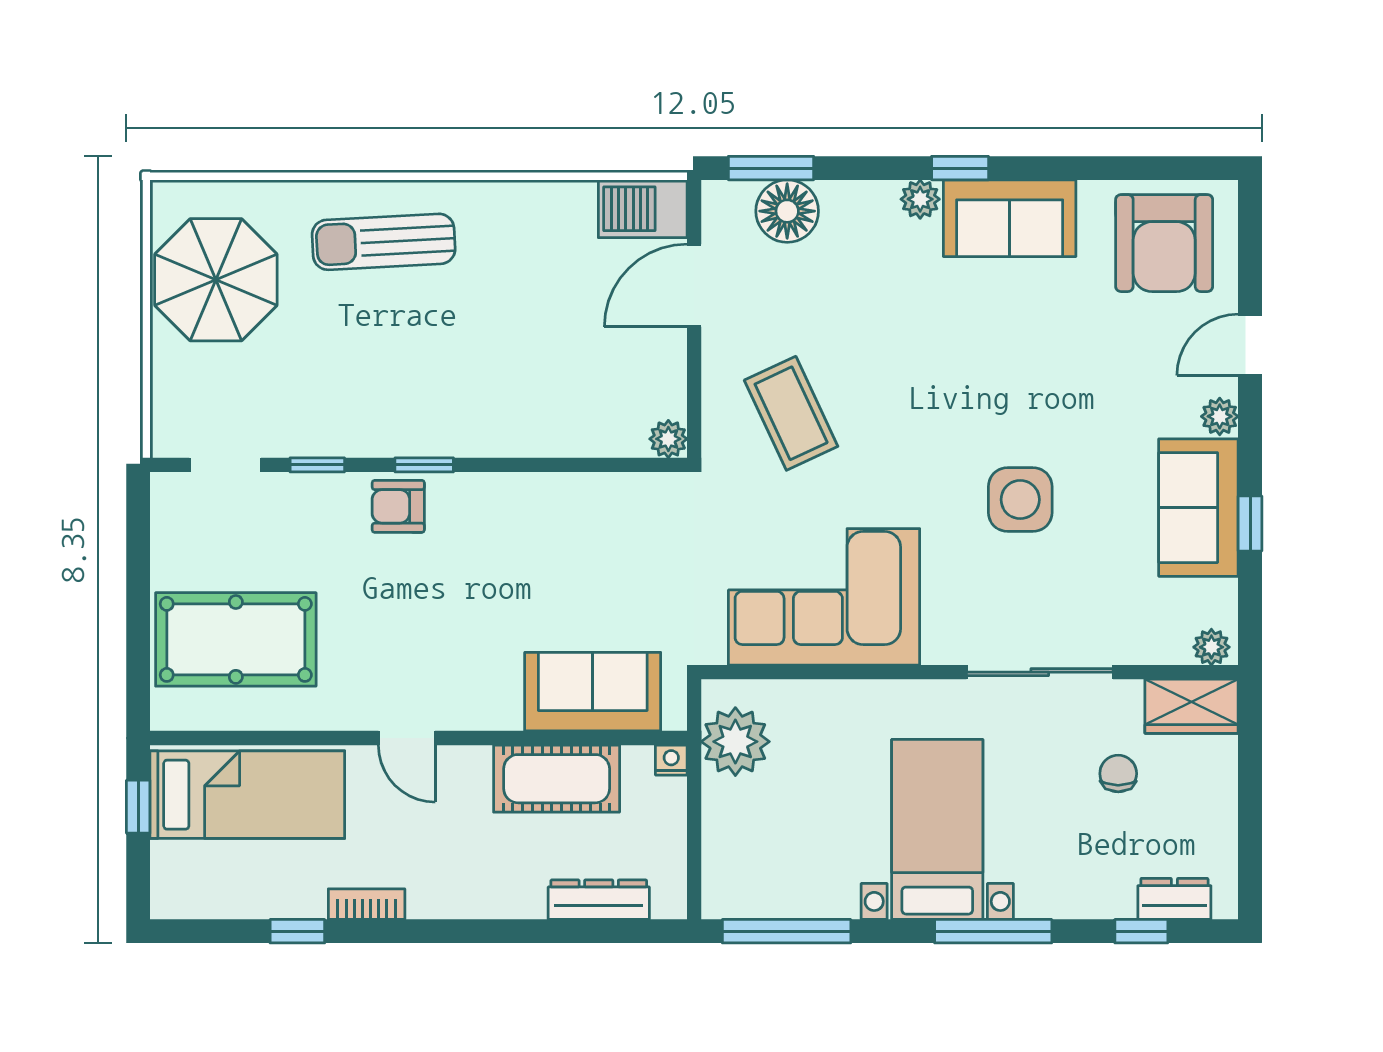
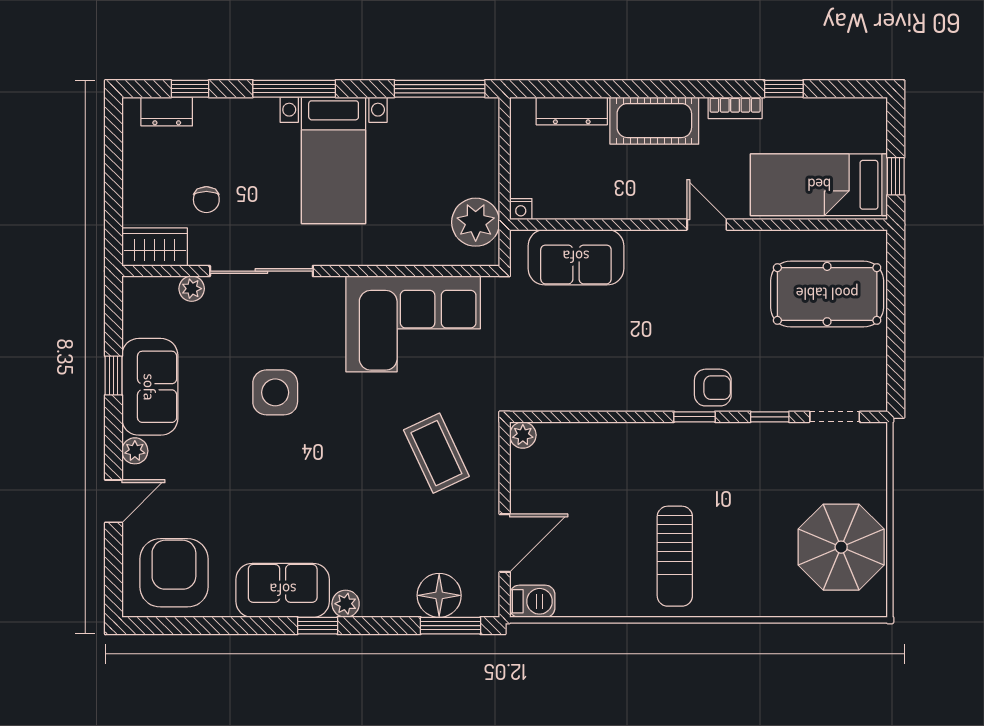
barbecue: (643, 209) -> (532, 601), width x0.73, depth x0.79
sun lounger: (384, 242) -> (675, 556), moved, turned 93
plant: (1211, 647) -> (192, 289), moved
cot: (557, 779) -> (654, 121), moved

